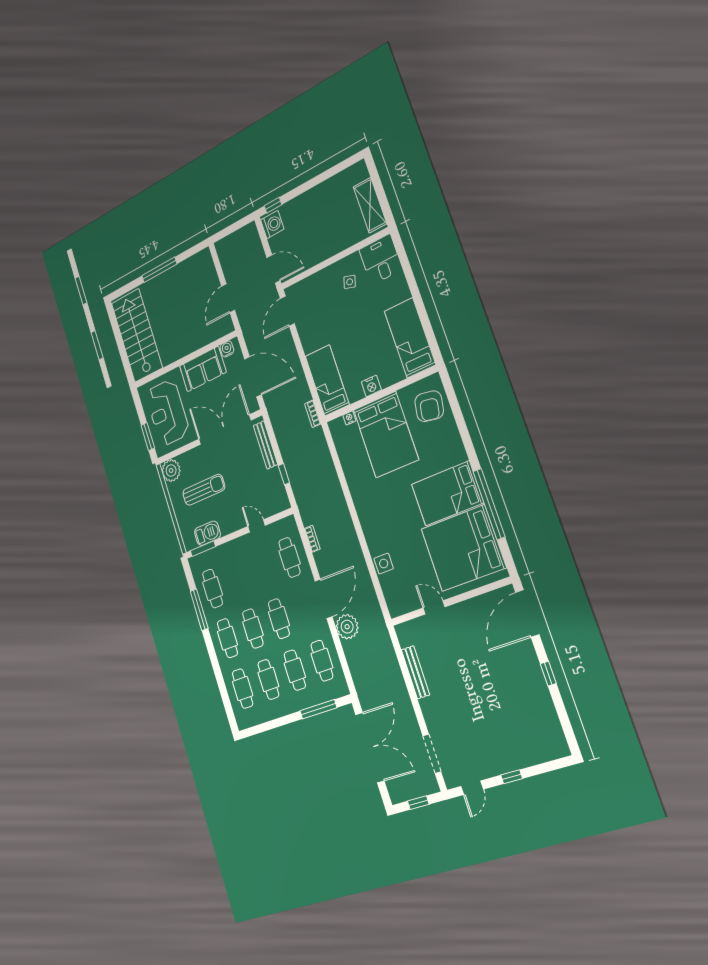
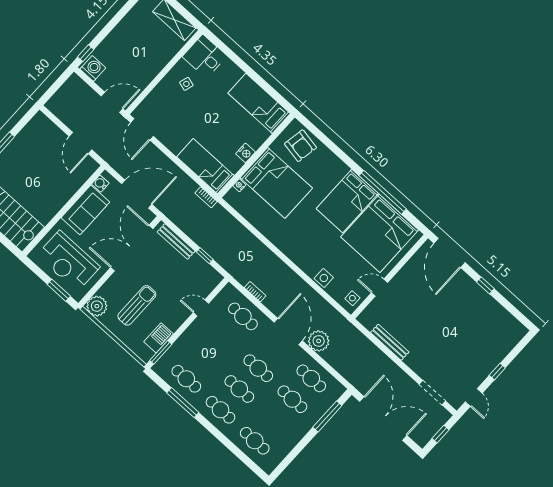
side table: (401, 602) -> (352, 298), added
cafe table: (268, 679) -> (274, 420), removed

